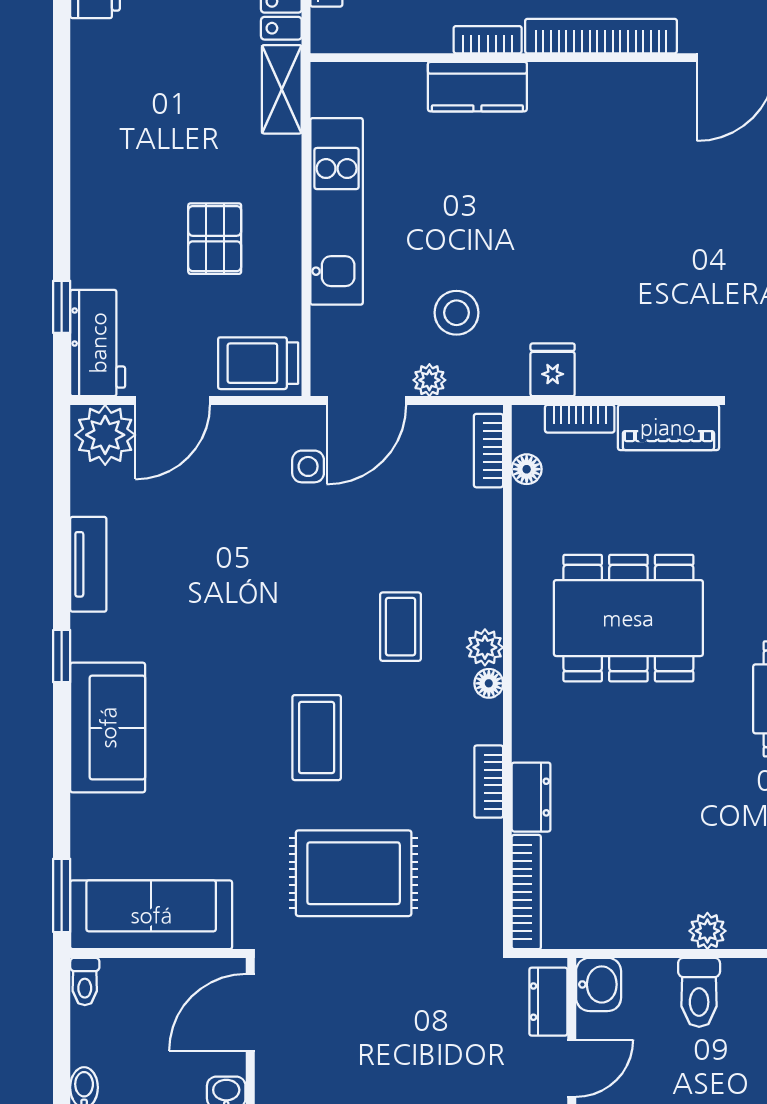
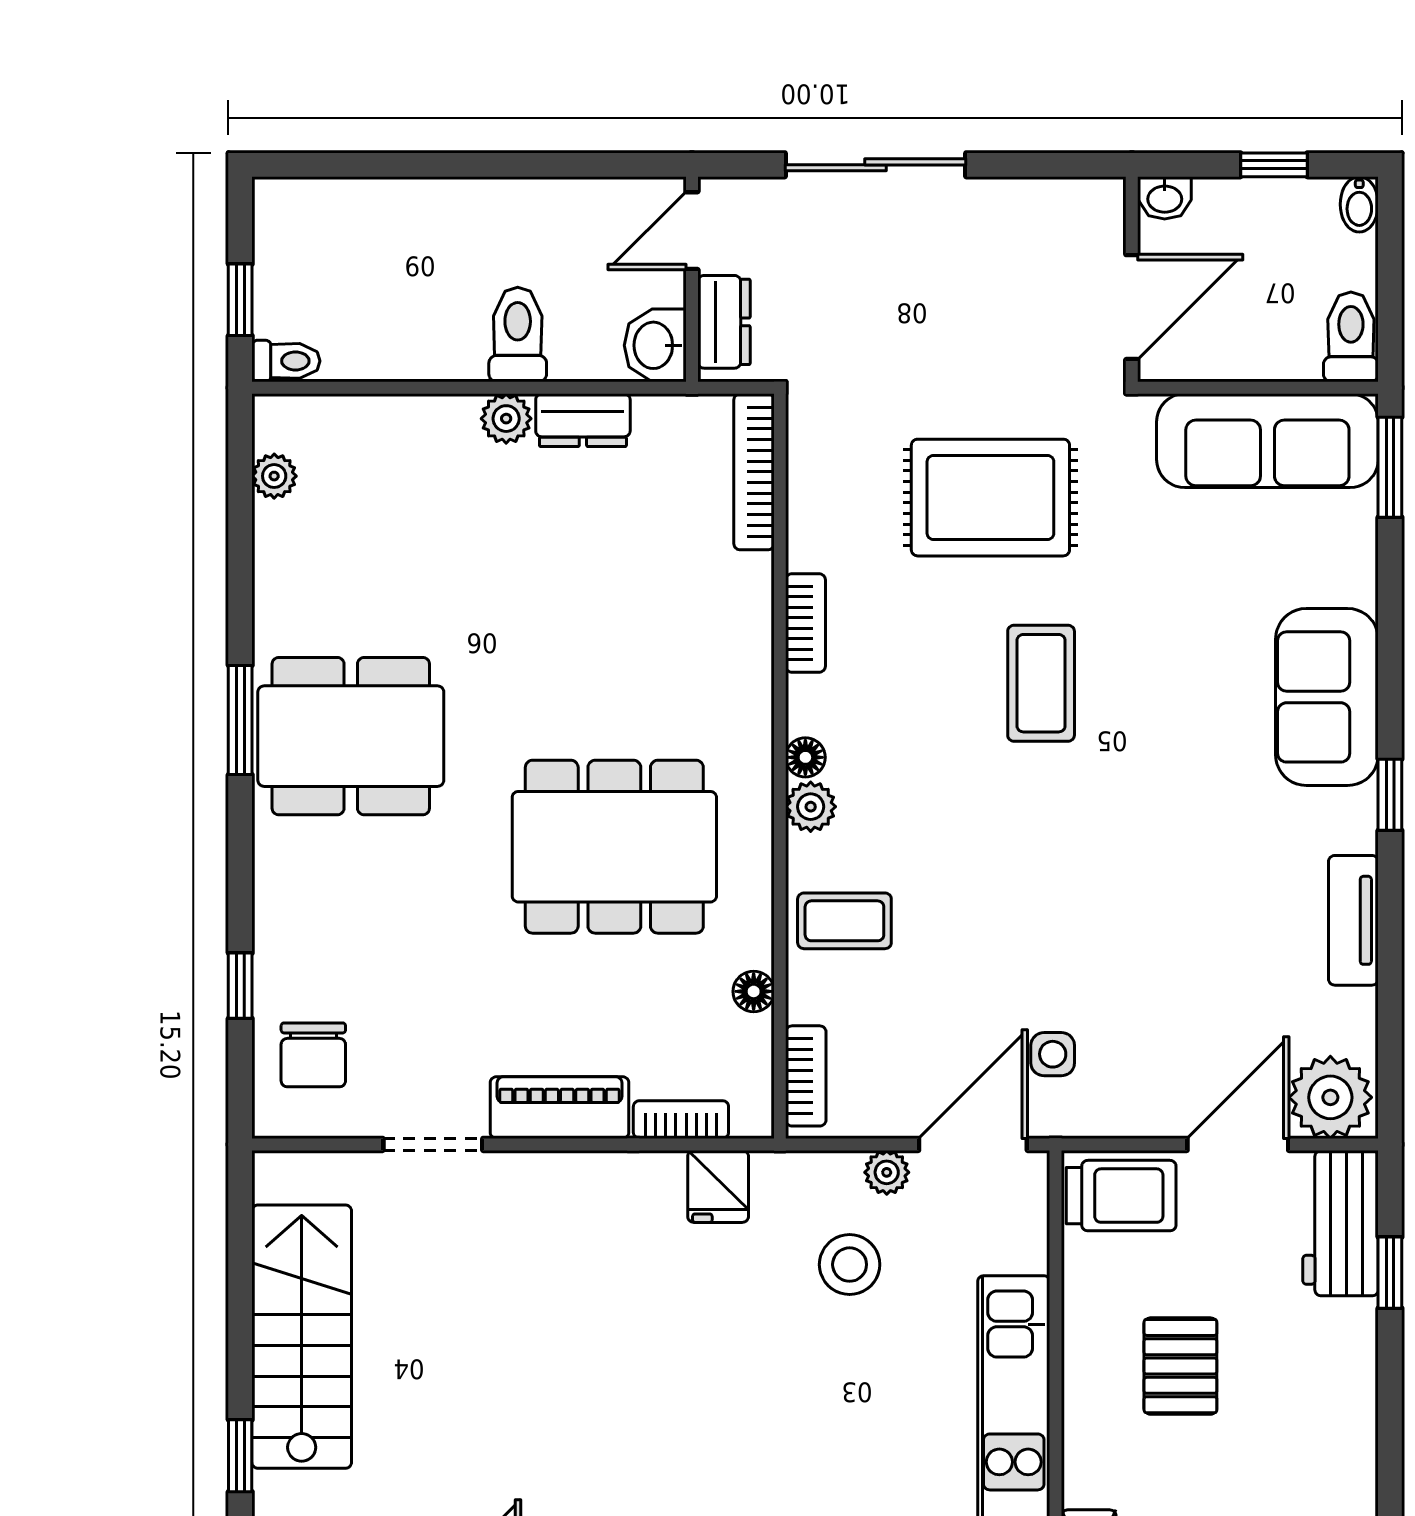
floor lamp: (527, 469) -> (754, 991), moved
coffee table: (400, 627) -> (844, 921), moved, turned 90
dresser: (531, 797) -> (583, 420), moved, turned -90
toilet: (85, 981) -> (1351, 337), width x1.37, depth x1.39

